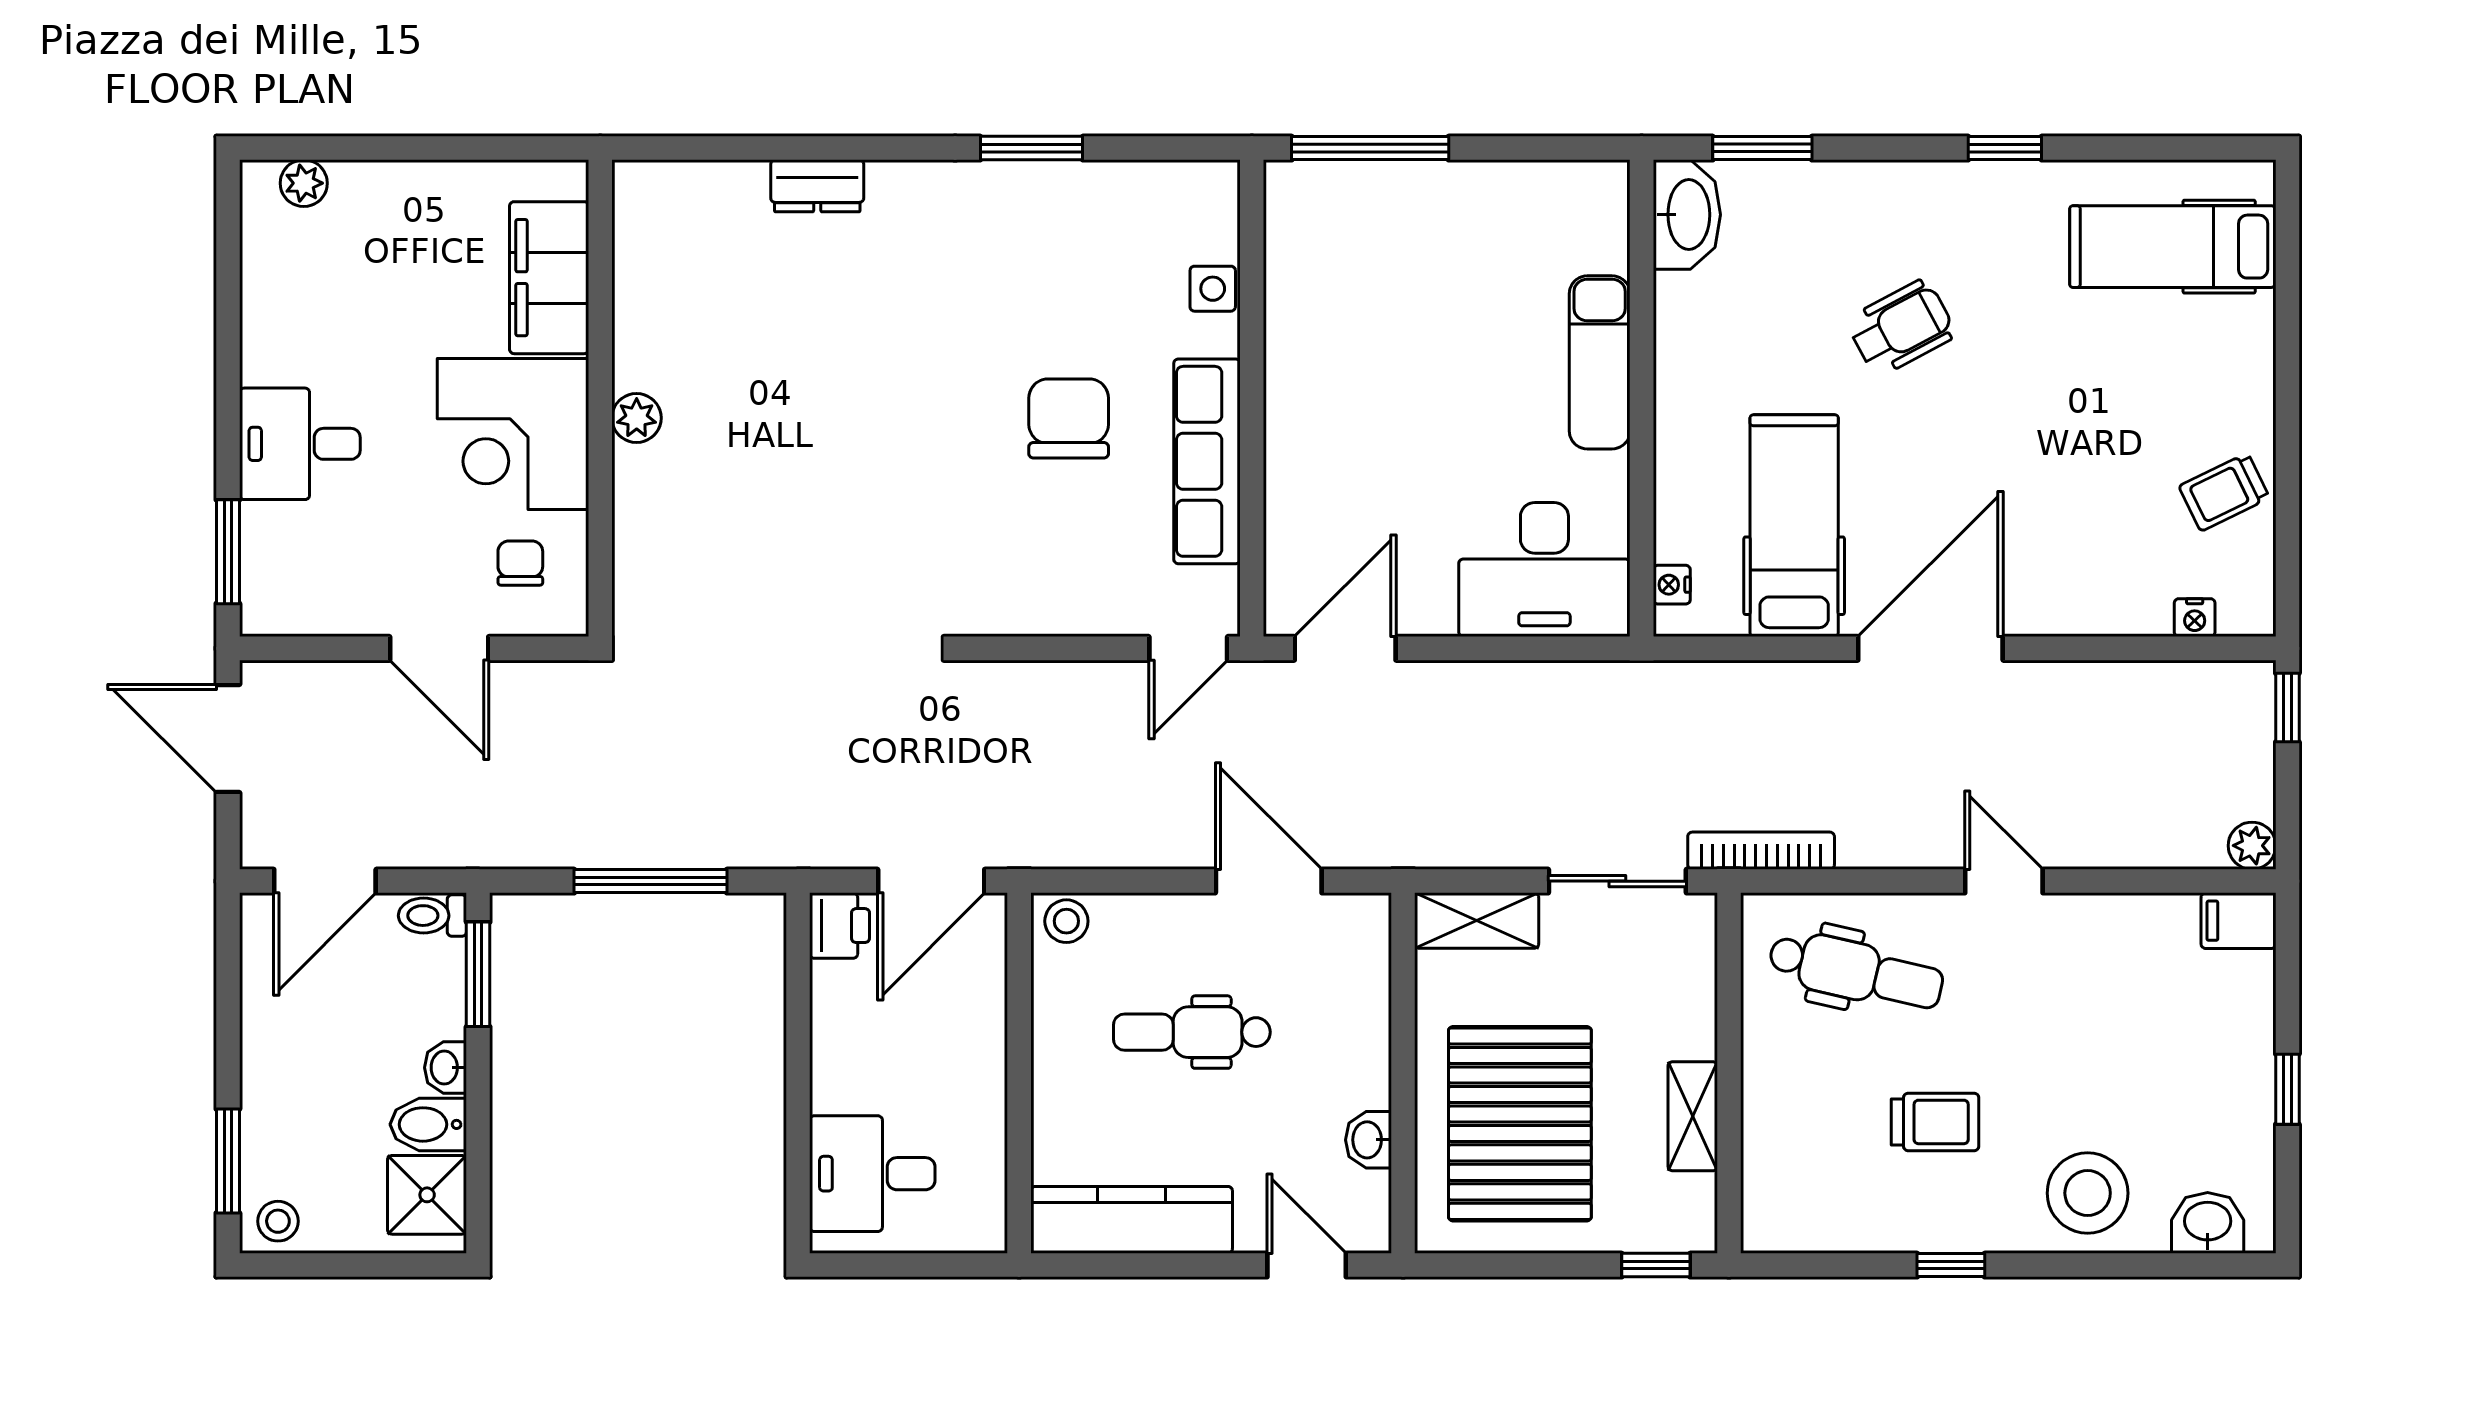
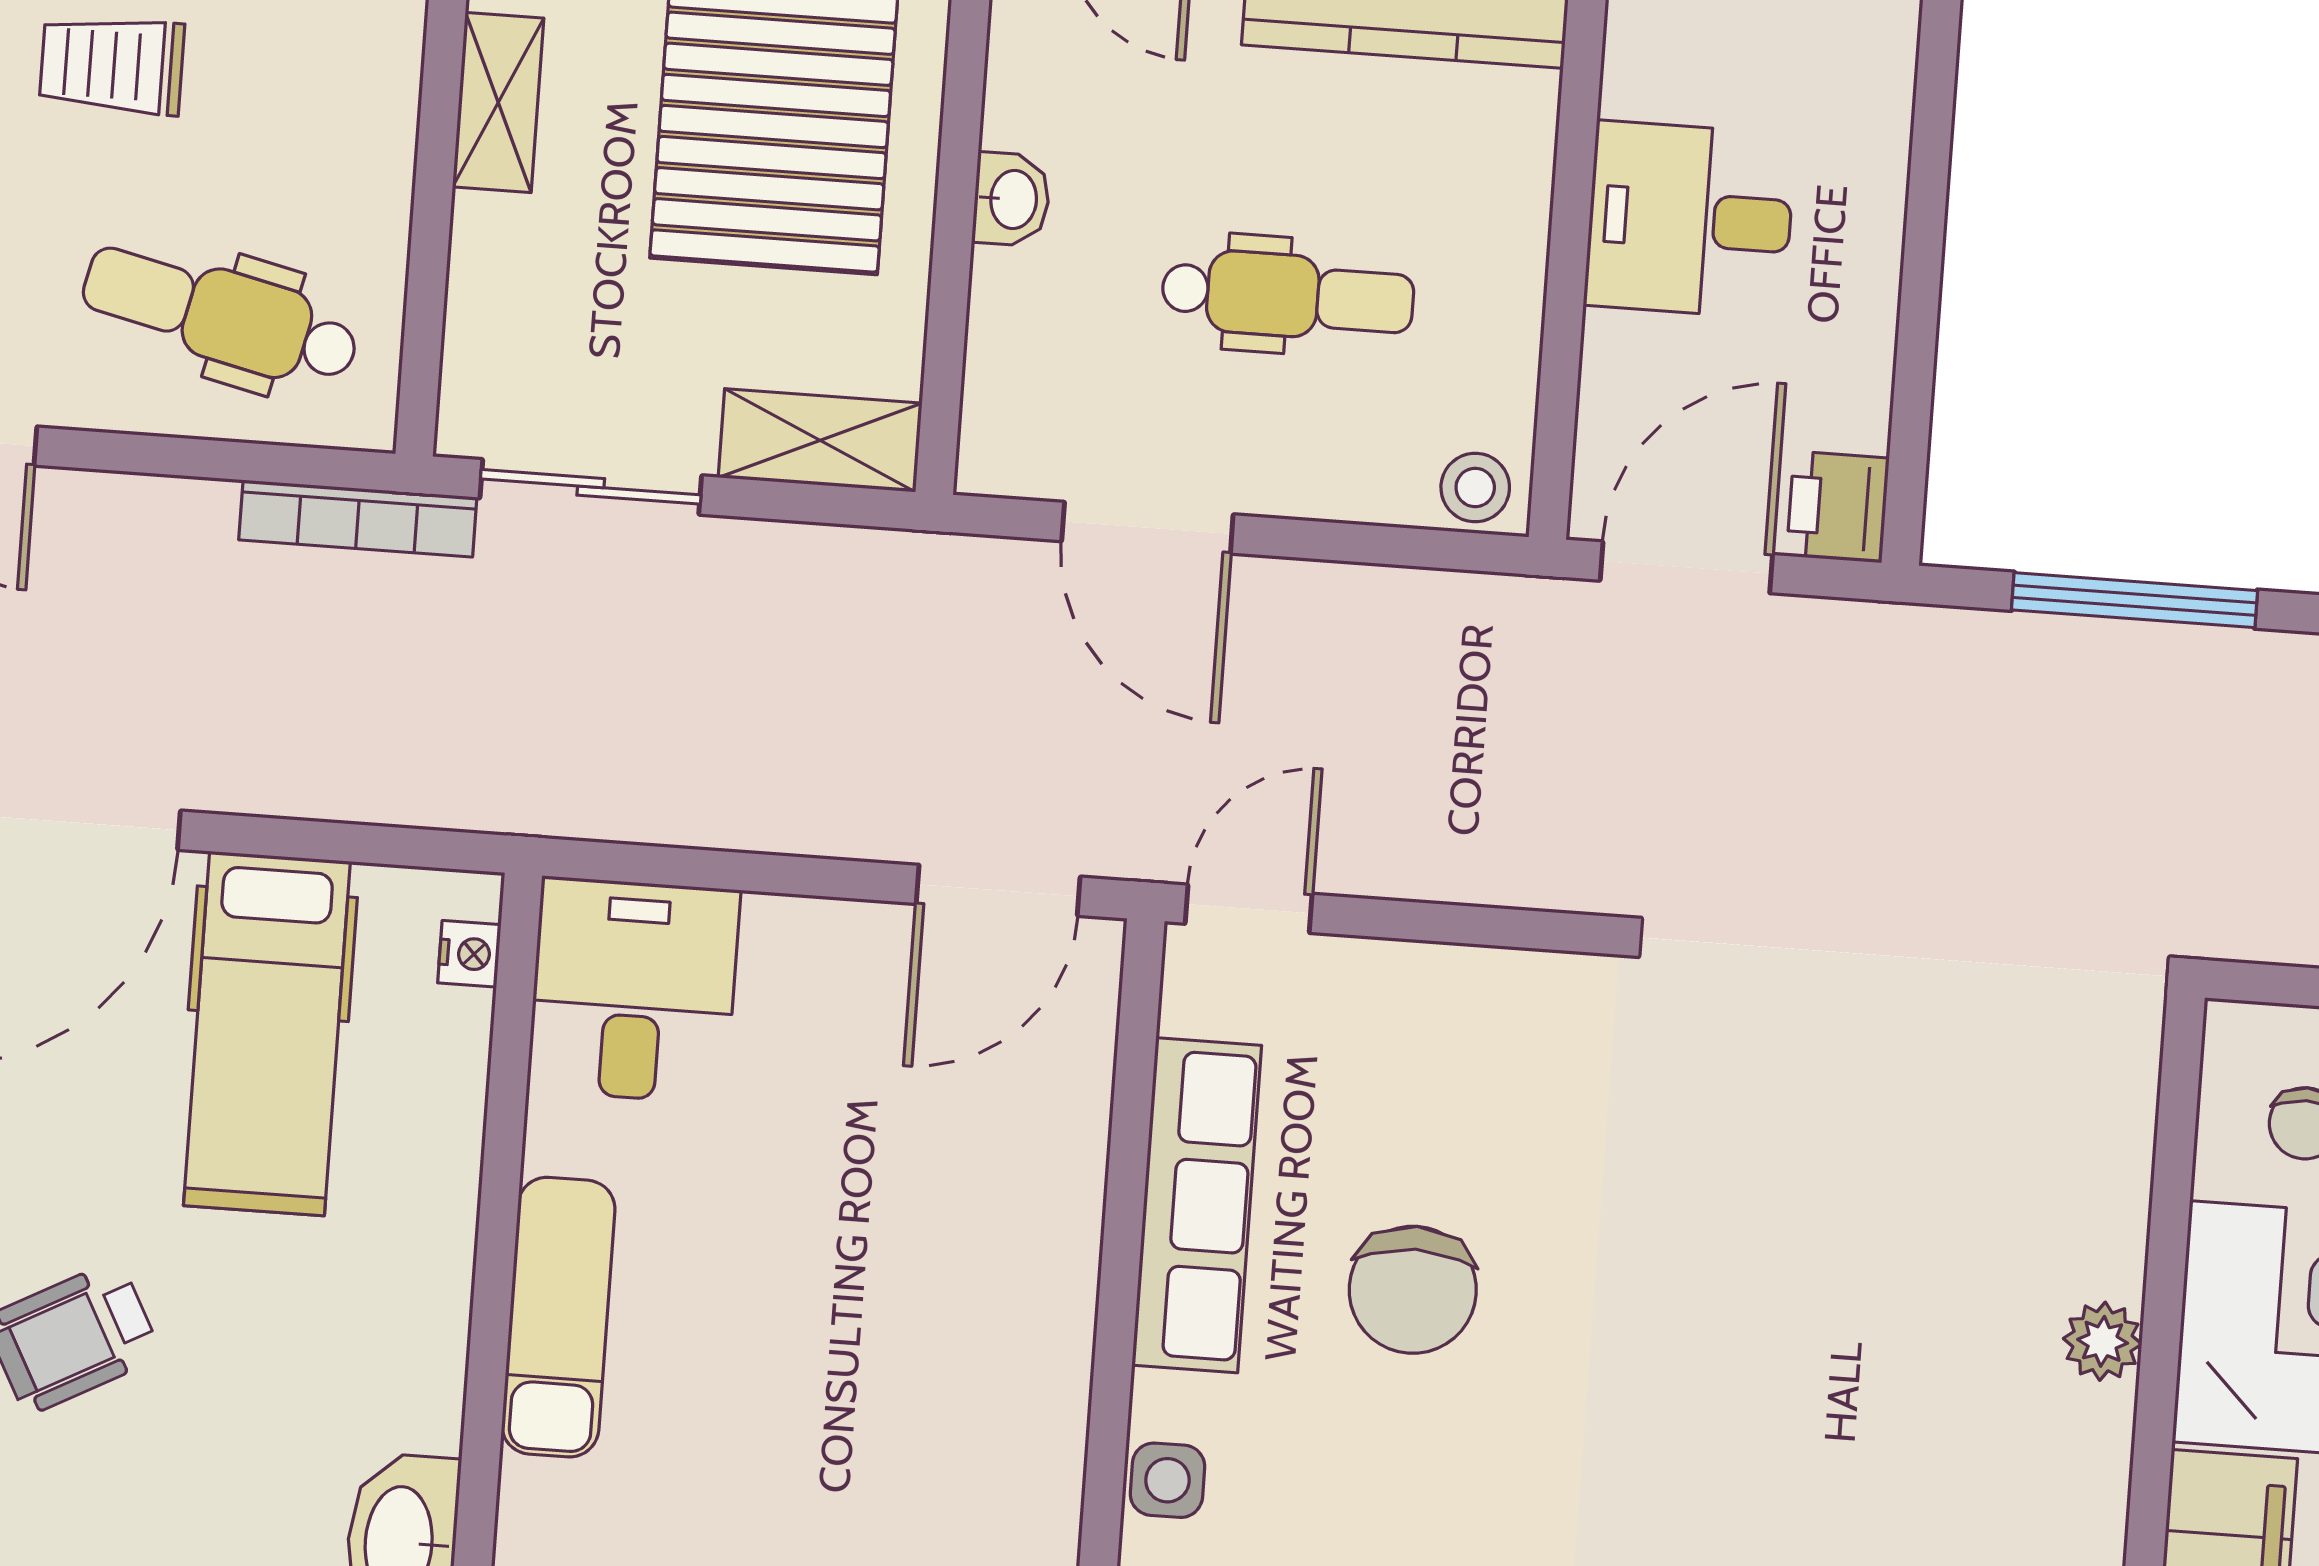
desk: (1544, 570) -> (634, 990), width x0.73
washbasin: (1368, 1140) -> (1011, 199), moved
desk: (872, 1174) -> (1690, 220), moved, turned 180

